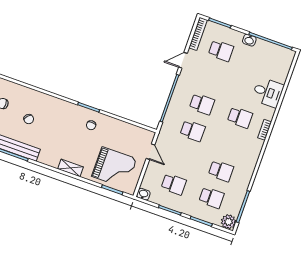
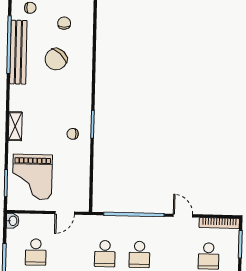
chair: (29, 119) -> (56, 59), width x1.87, depth x1.87

